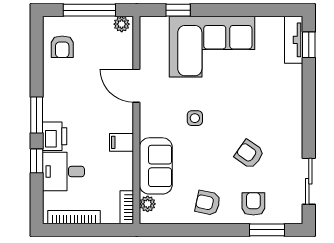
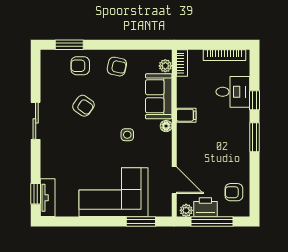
window: (178, 10) -> (141, 222), width x1.50
armchair: (62, 47) -> (234, 192), turned -90
door: (136, 86) -> (174, 180), moved
floor lamp: (147, 129) -> (166, 126), added
printer: (55, 136) -> (205, 207), moved, turned 90
sliding door: (309, 181) -> (36, 121), moved
armchair: (253, 204) -> (80, 66), turned 90

